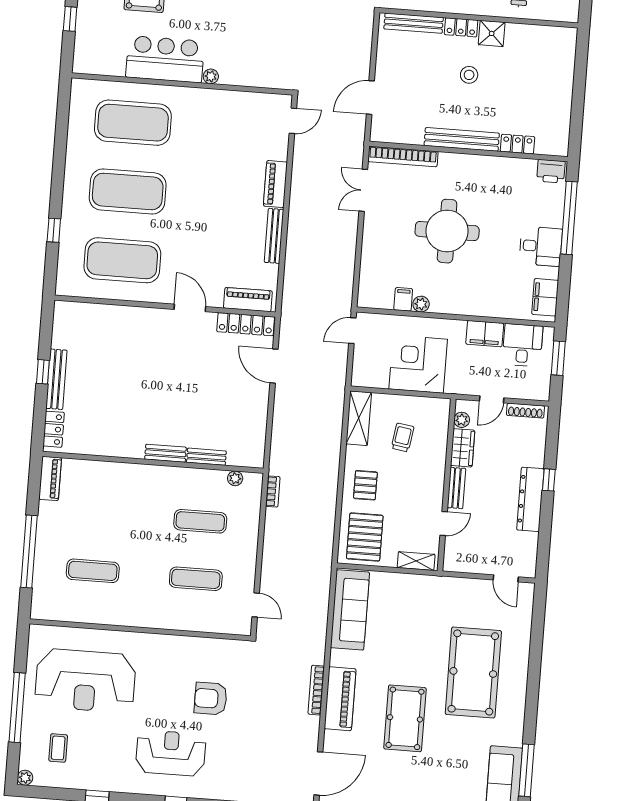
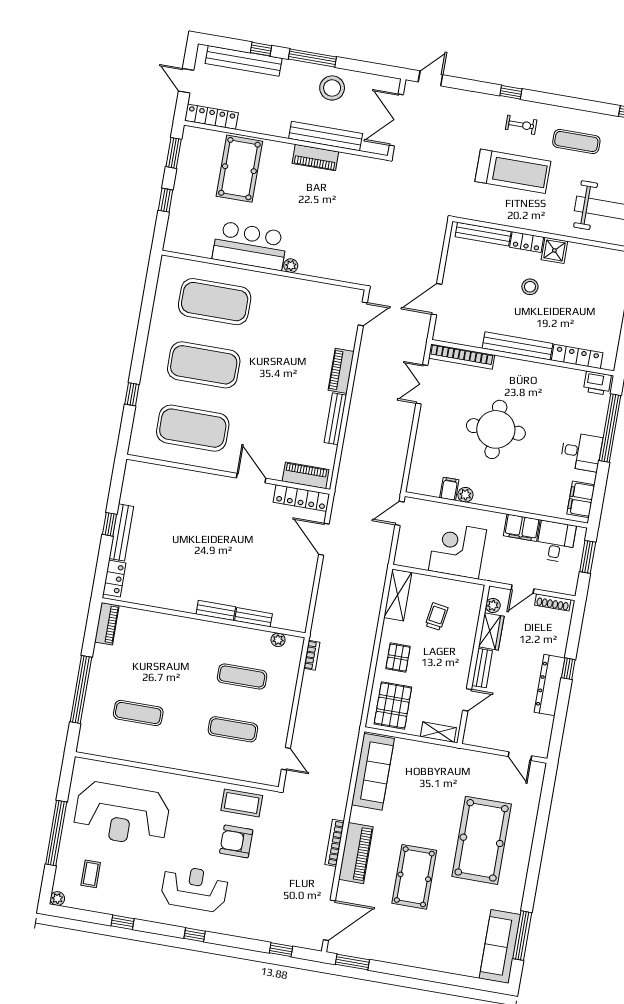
locker: (518, 144) -> (577, 357), width x1.53
coffee table: (213, 657) -> (242, 803), added

